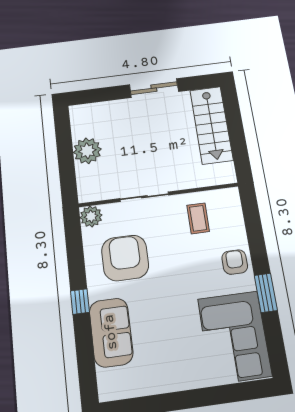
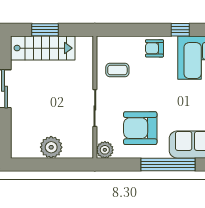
window: (235, 125) -> (45, 30), added
window: (266, 293) -> (180, 30), width x0.67
window: (80, 302) -> (168, 164), width x3.17

